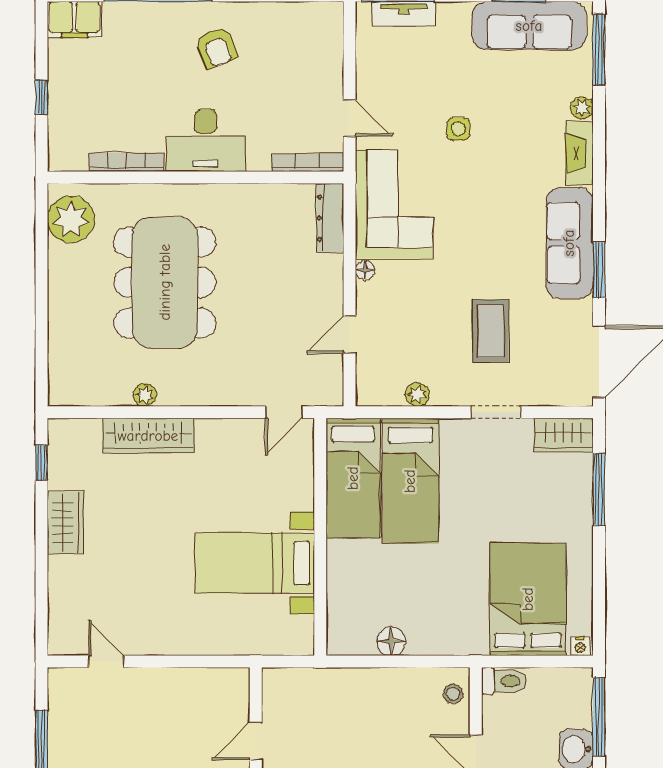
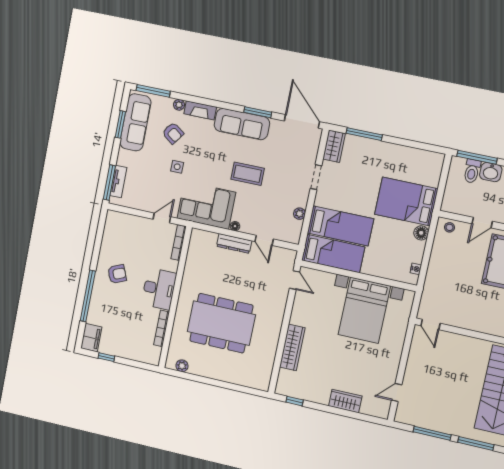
window: (42, 97) -> (106, 357), moved
armchair: (523, 107) -> (173, 133), added
dresser: (330, 218) -> (234, 243), moved
plant: (71, 219) -> (182, 366), width x0.53, depth x0.53
coffee table: (491, 331) -> (248, 174), moved
plant: (145, 395) -> (273, 345), removed
wardrobe: (65, 522) -> (345, 401), moved
bed with nightstands: (255, 563) -> (364, 310), width x1.36
bed: (528, 599) -> (406, 202), moved
floor lamp: (391, 641) -> (421, 233), moved
nightstand: (580, 646) -> (416, 269), moved
toilet: (504, 681) -> (472, 171), moved, turned 180
door: (256, 741) -> (430, 324), moved

